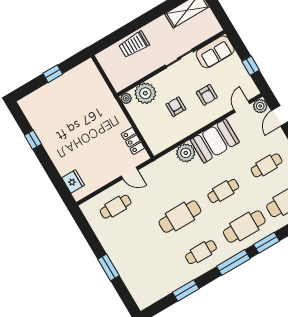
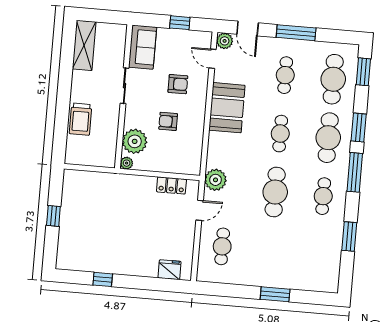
plant: (186, 153) -> (216, 180), moved

